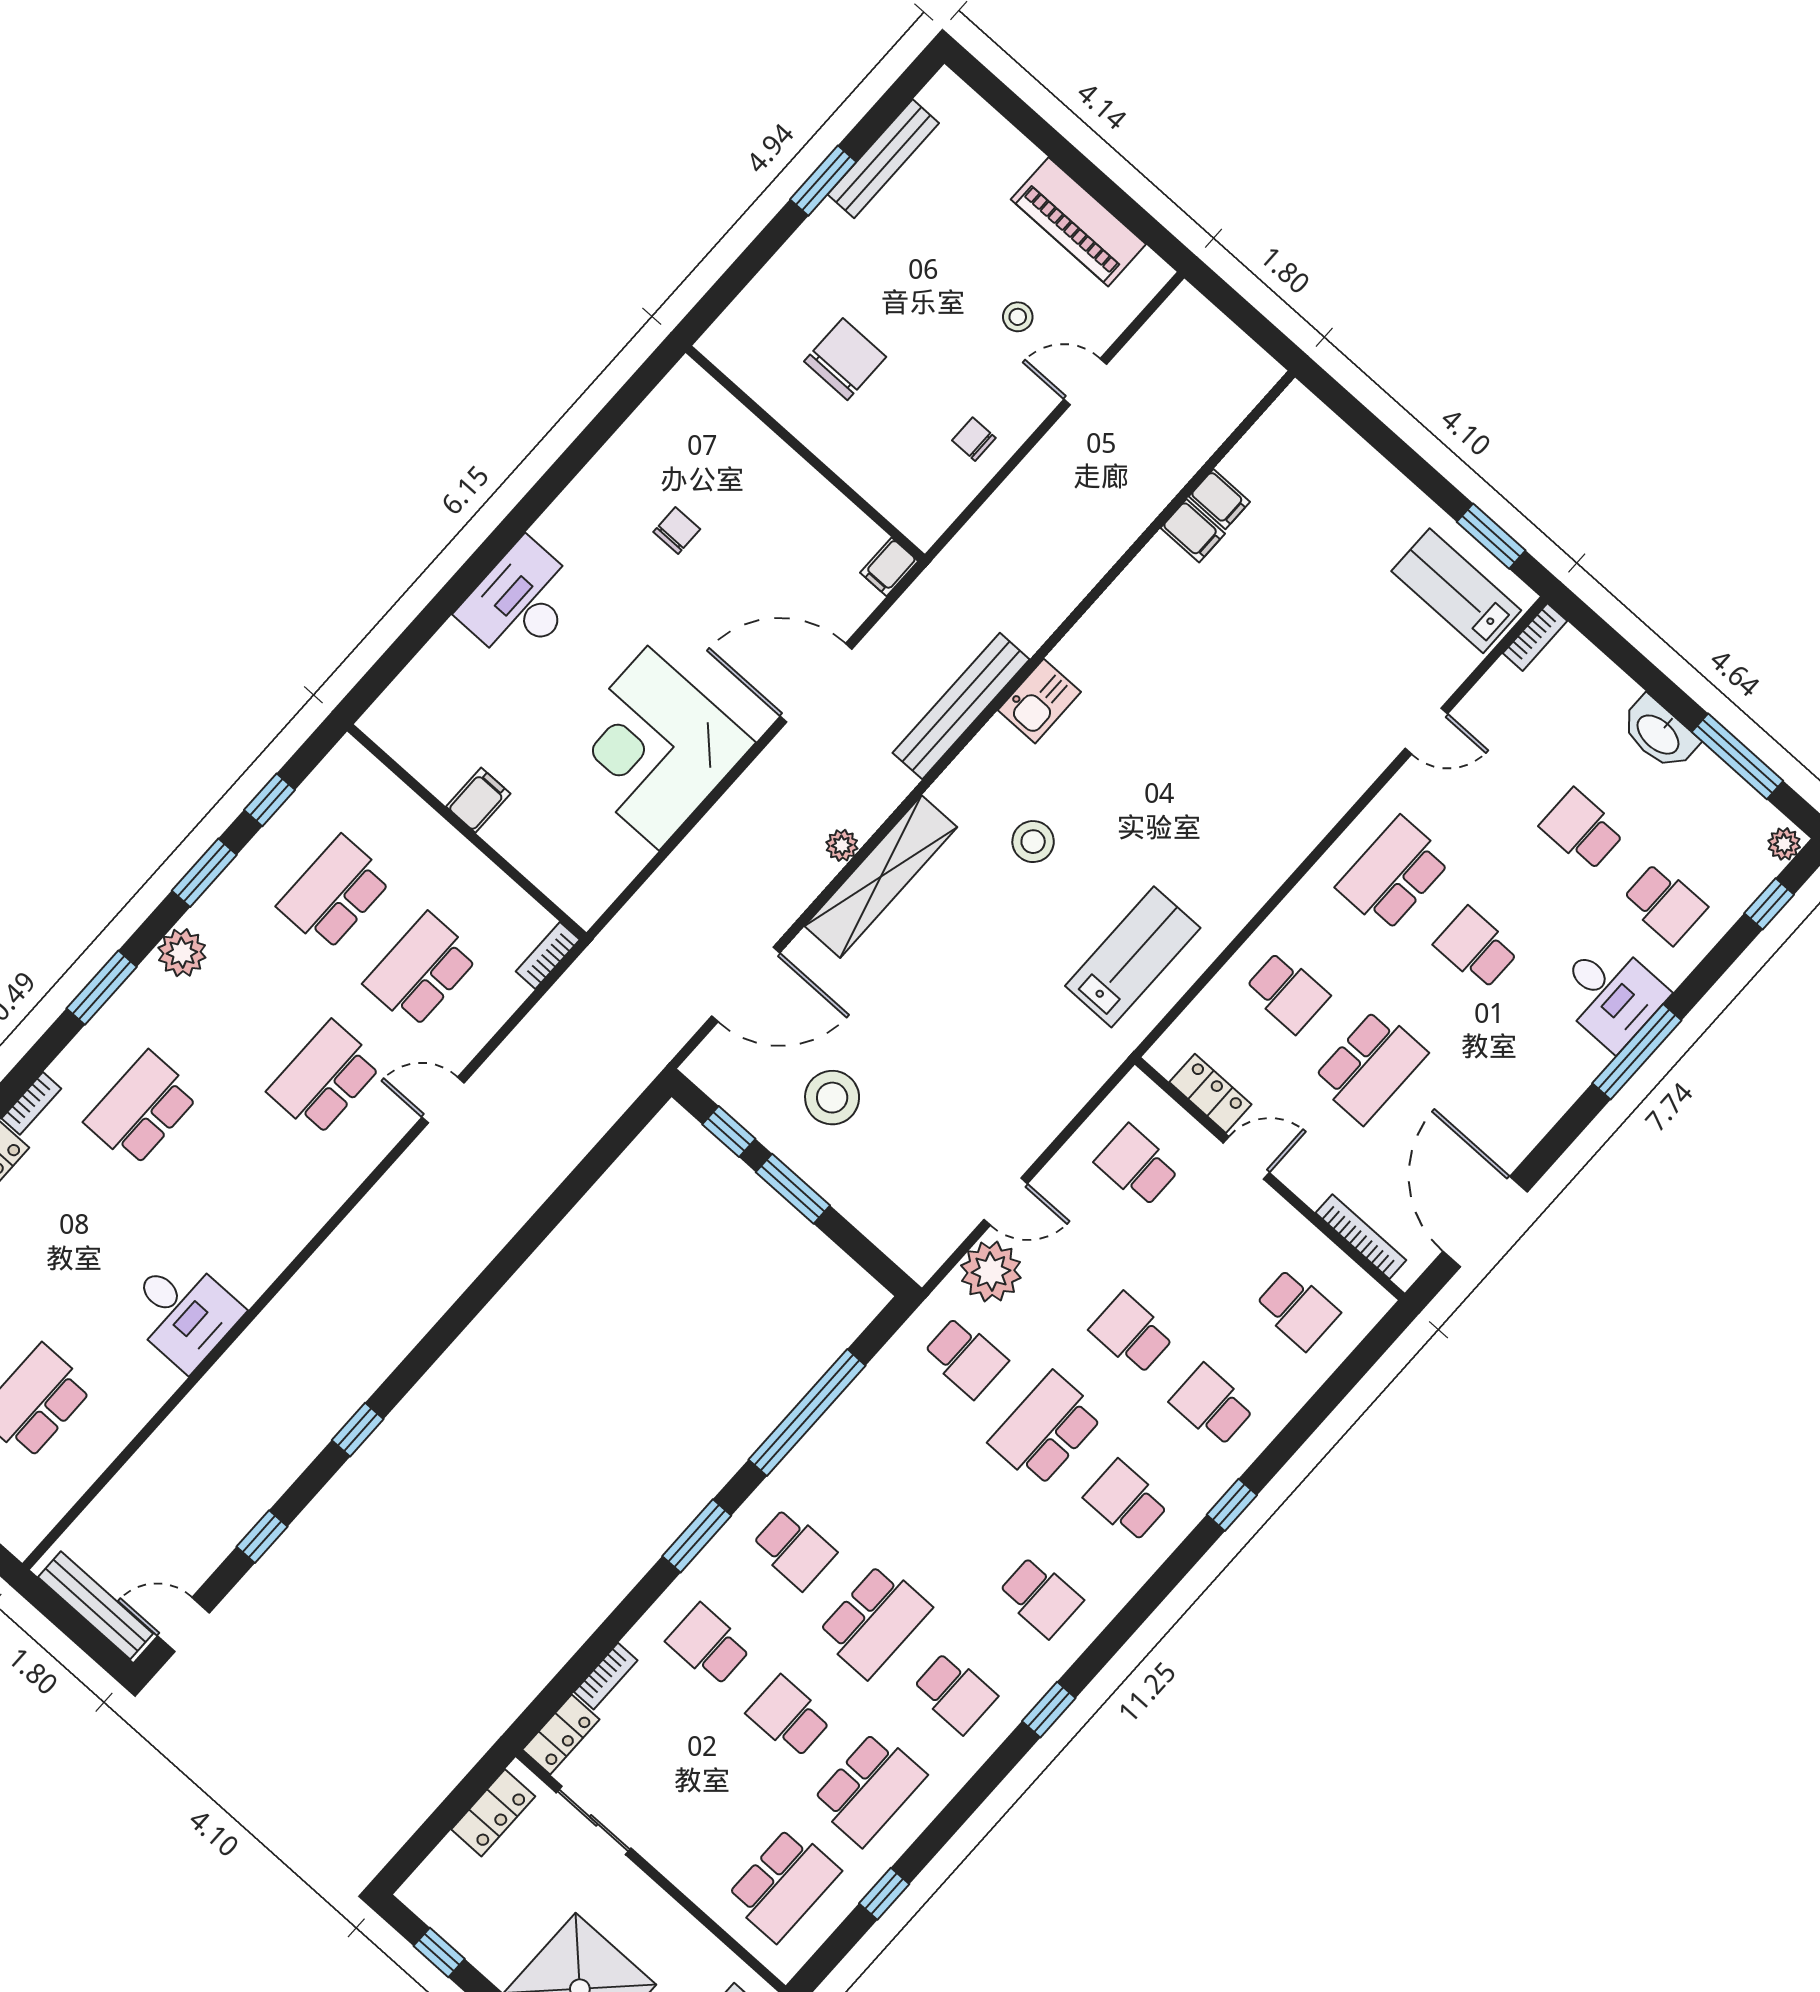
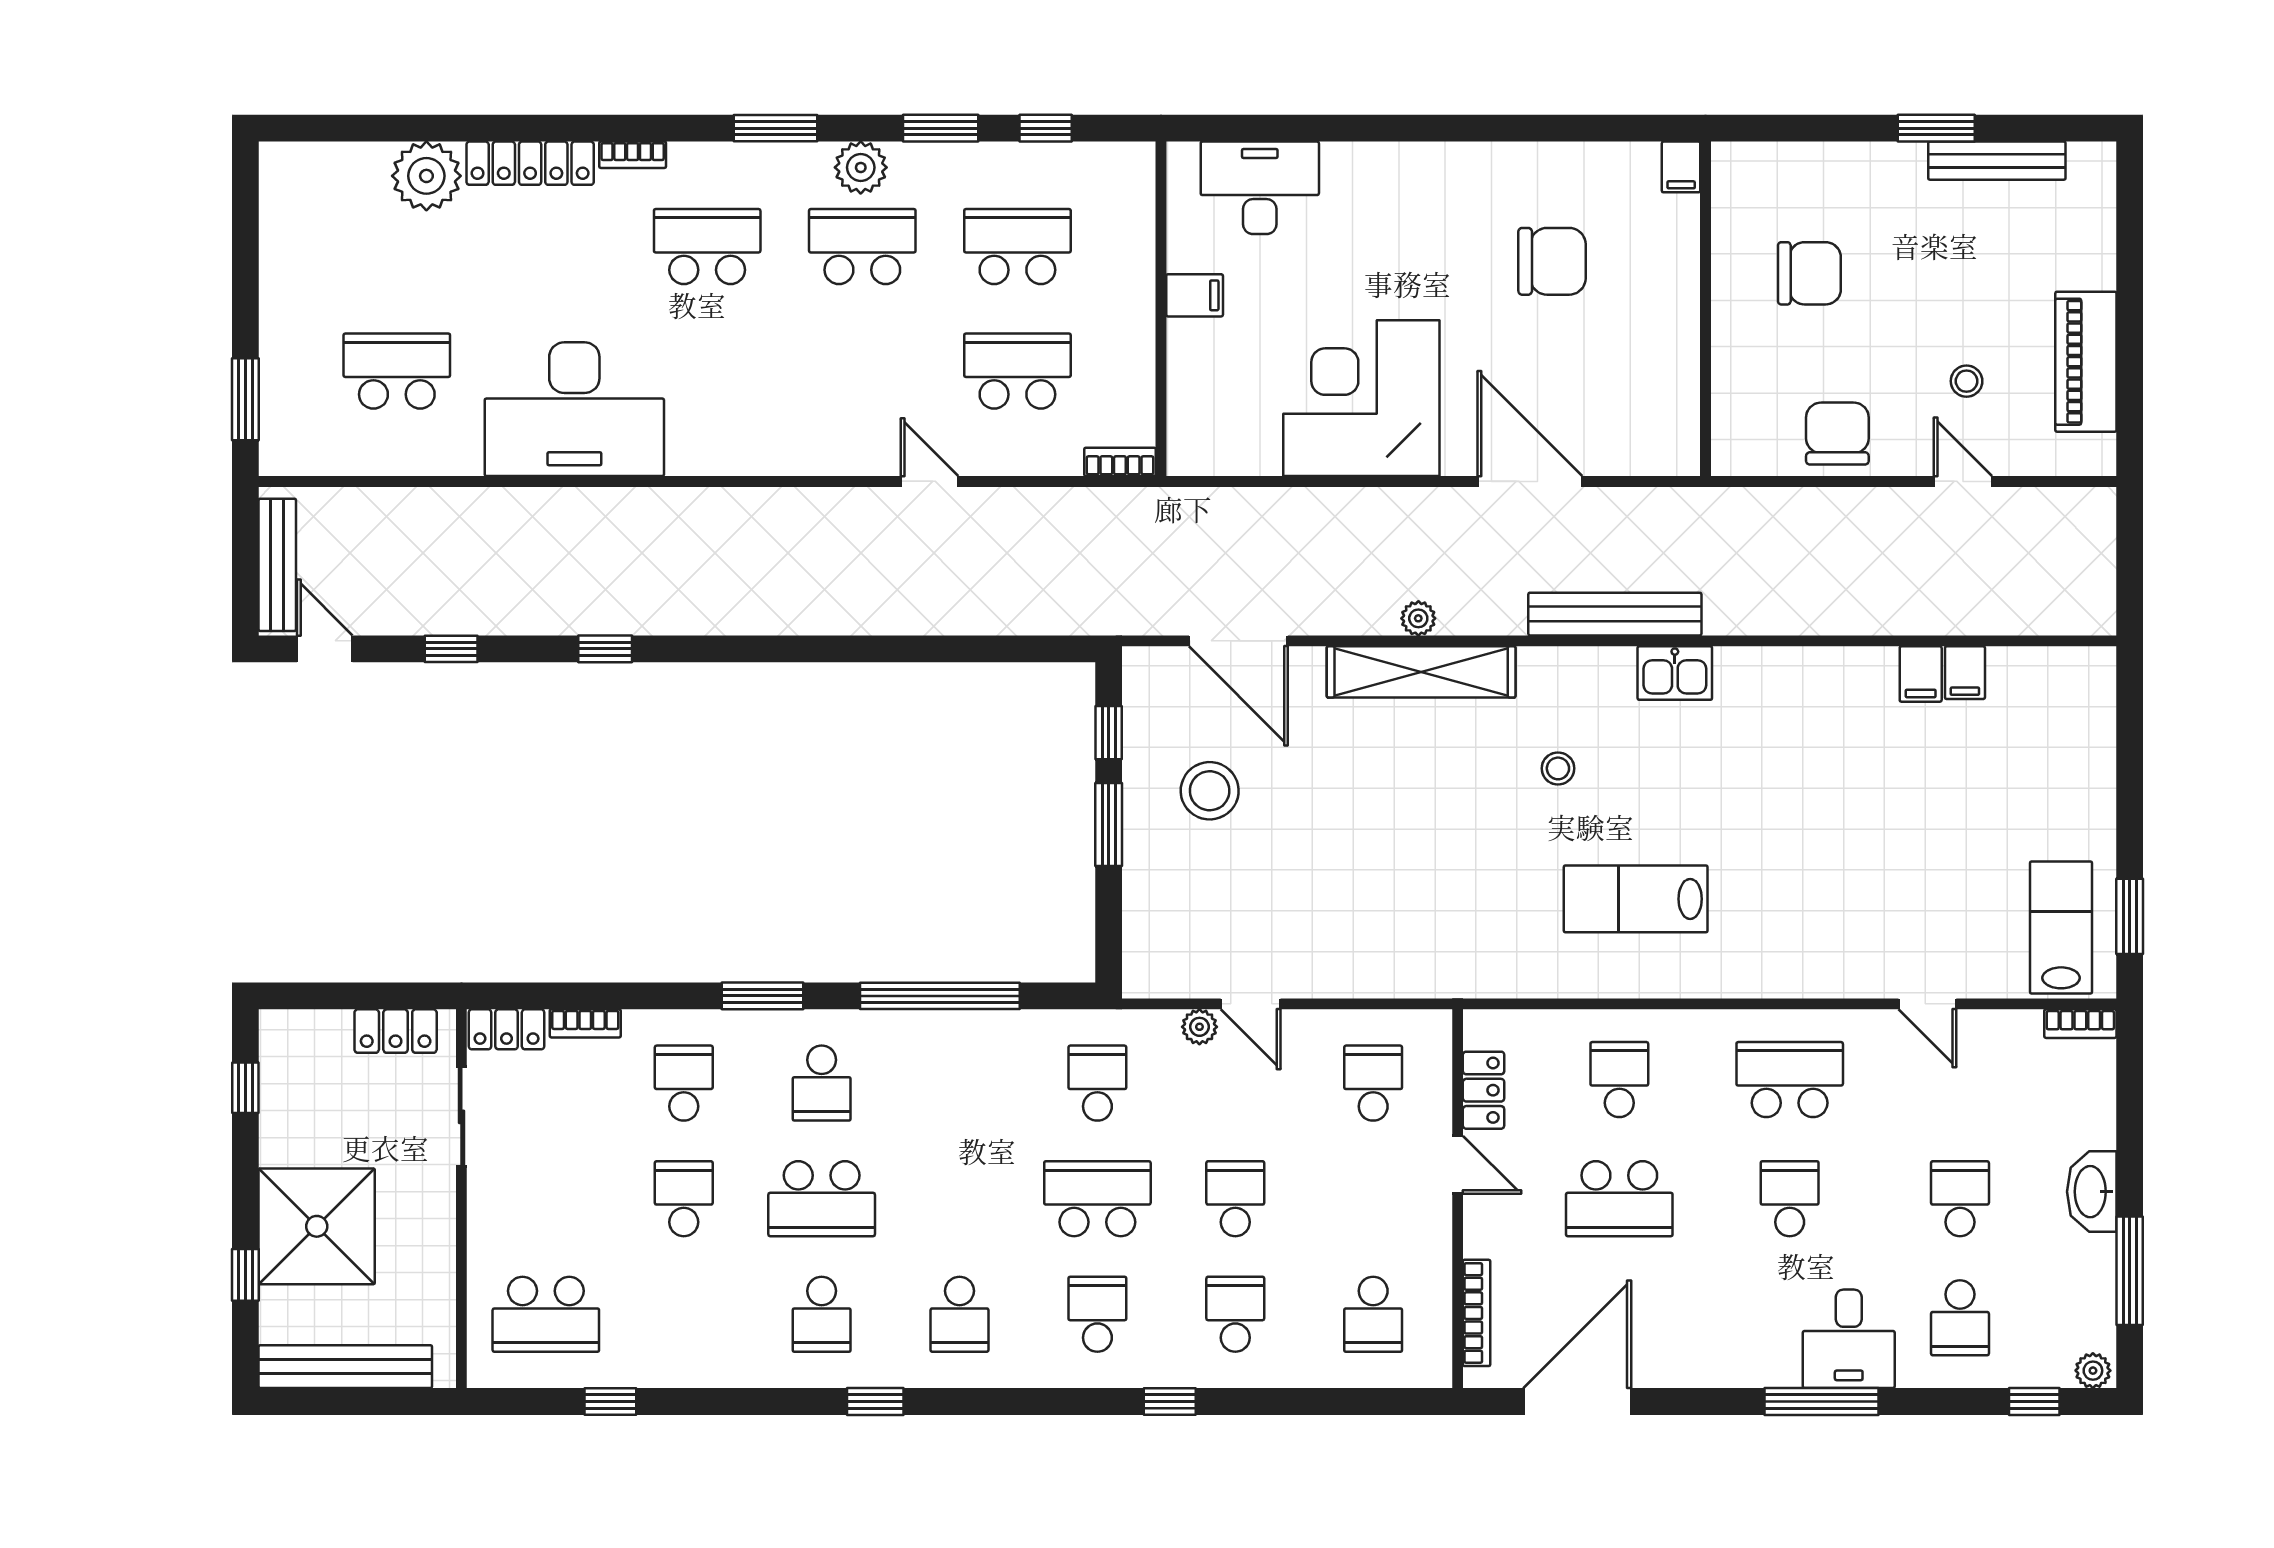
chair: (974, 439) -> (1837, 433), width x1.87, depth x1.87
chair: (677, 531) -> (1552, 261), width x1.87, depth x1.87
filing cabinet: (889, 567) -> (1681, 167), moved, turned -90
desk: (521, 602) -> (1260, 188), moved
stool: (1033, 842) -> (1558, 768), width x0.73, depth x0.73
lab bench: (1133, 957) -> (1636, 899), moved, turned 180
school desk: (1287, 992) -> (1619, 1080), turned 180
school desk: (324, 1078) -> (862, 247), moved
plant: (991, 1272) -> (1199, 1027), width x0.53, depth x0.53
desk: (183, 1312) -> (574, 409), width x1.87, depth x1.30
school desk: (966, 1357) -> (1097, 1083), turned 180
school desk: (869, 1789) -> (684, 1314), removed

